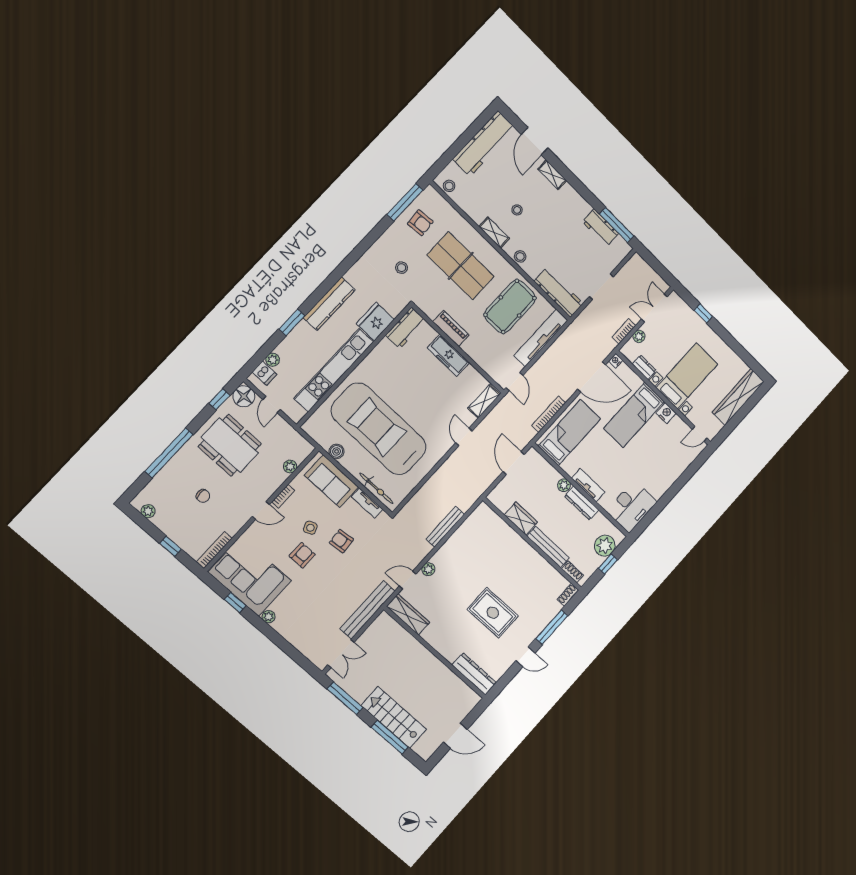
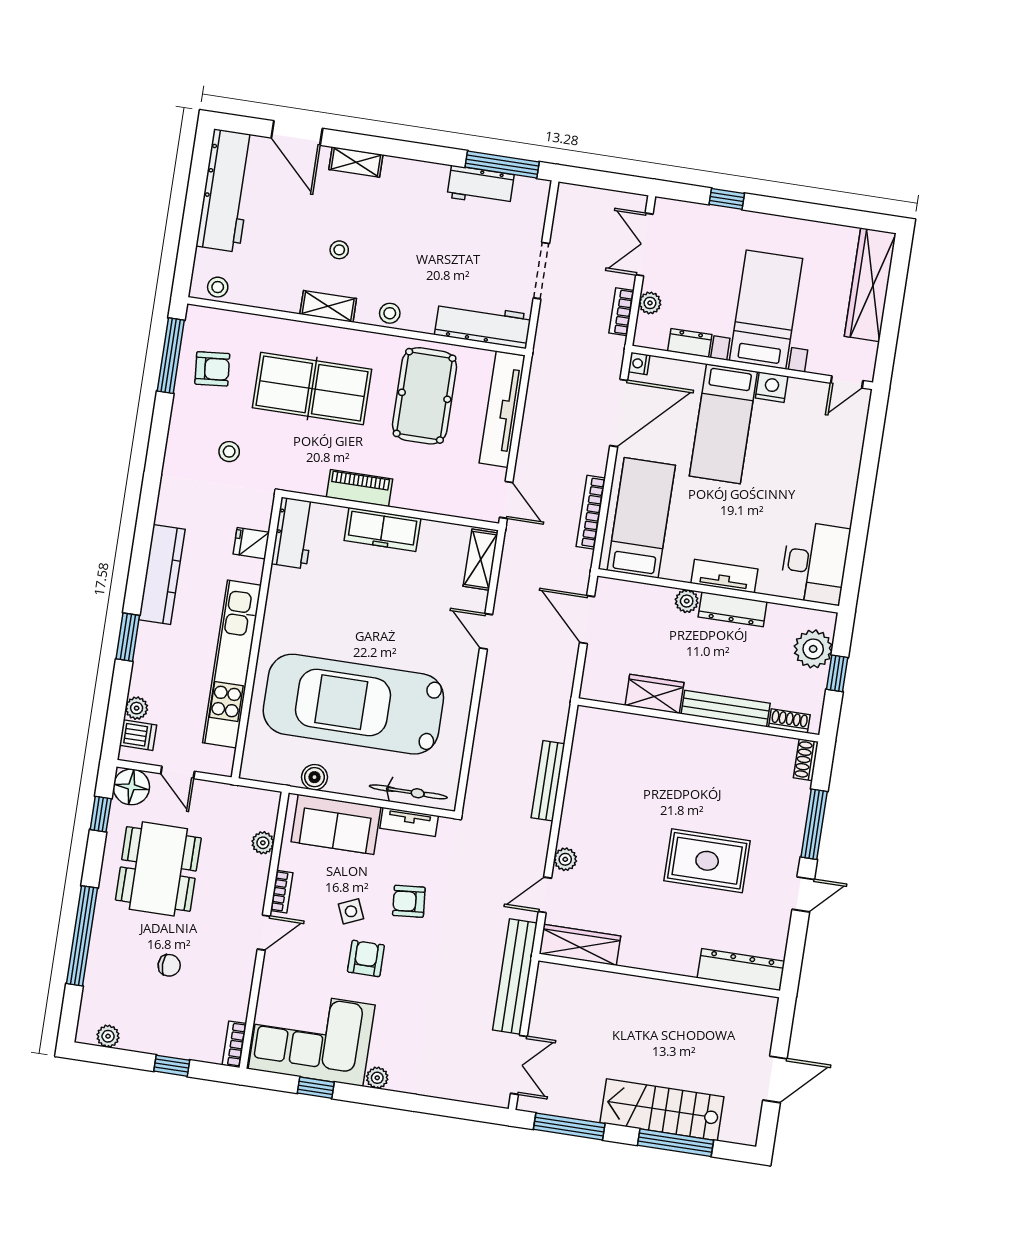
fridge: (375, 322) -> (251, 543), width x0.53, depth x0.75
dining table: (230, 445) -> (158, 869), turned 90
bookcase: (214, 550) -> (234, 1044), width x0.64

